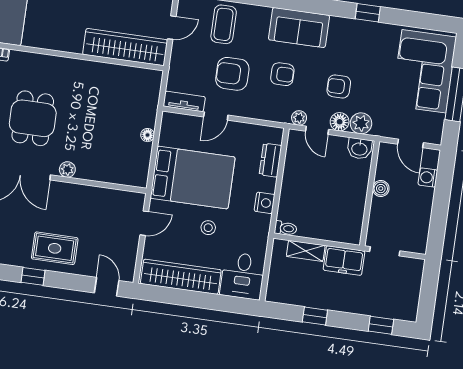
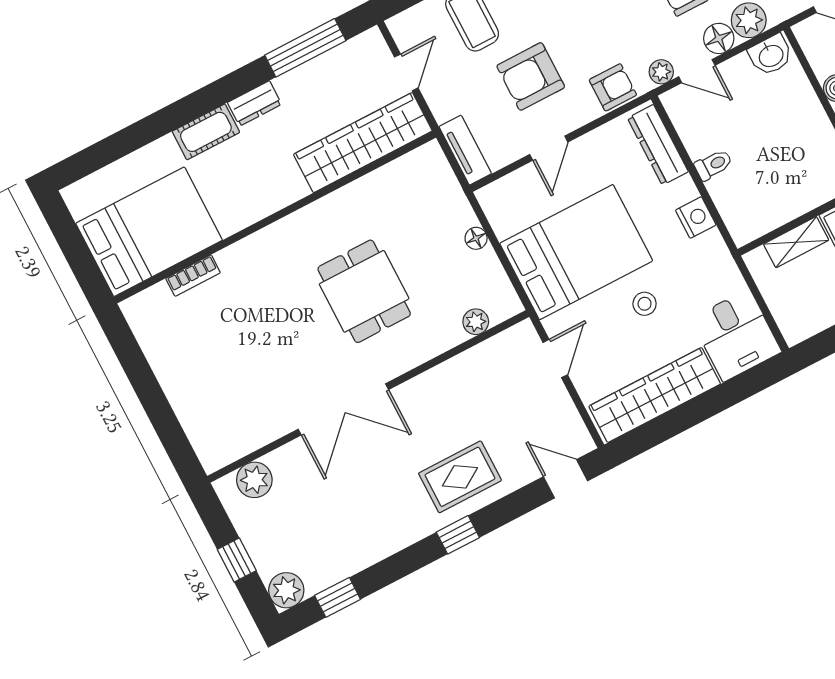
armchair: (282, 74) -> (613, 87), moved
tv unit: (184, 101) -> (465, 150), moved, turned 90
dining table: (33, 118) -> (364, 291), moved
dresser: (270, 160) -> (658, 145), width x1.44
plant: (67, 169) -> (476, 322), moved
toilet: (286, 228) -> (713, 165), moved

